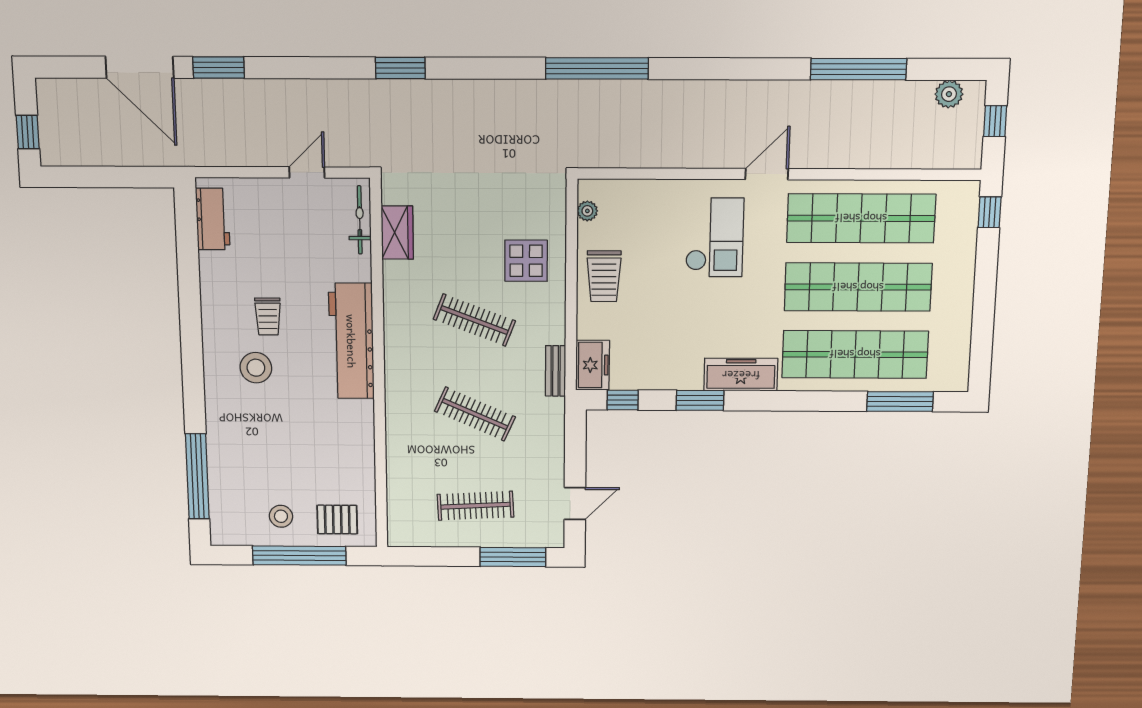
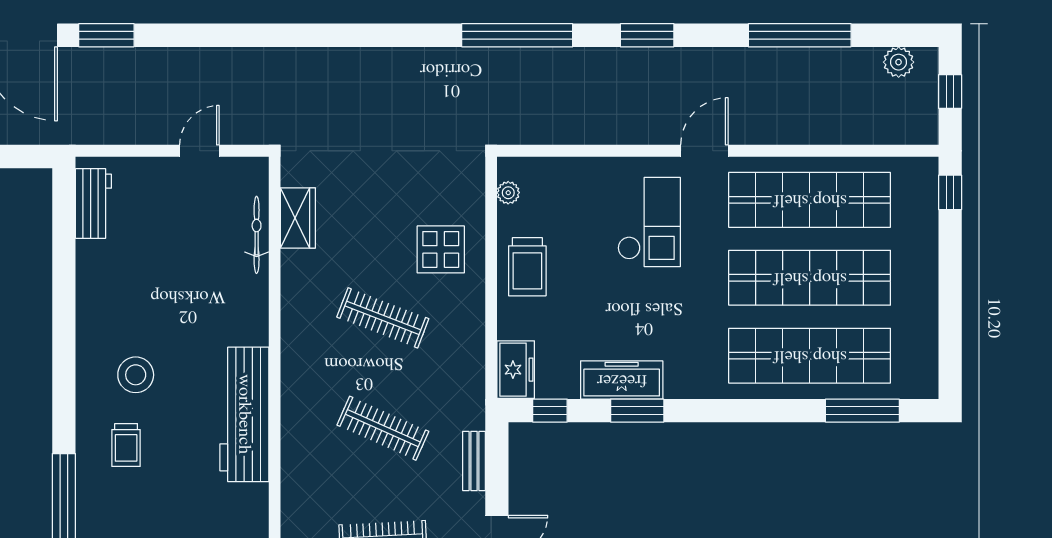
window: (400, 68) -> (647, 35), moved
bicycle: (360, 220) -> (257, 235), moved
trolley: (268, 316) -> (126, 445), moved
workbench: (351, 341) -> (244, 414), moved
bench: (556, 371) -> (474, 461), moved
freezer: (741, 375) -> (622, 380), moved

